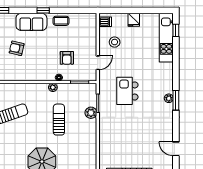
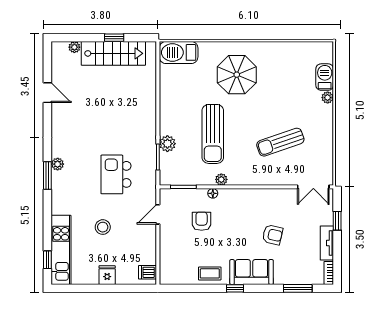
stool: (115, 42) -> (103, 227), moved
kitchen island: (127, 91) -> (116, 174), turned 180
window: (176, 100) -> (47, 176), moved
sun lounger: (59, 120) -> (213, 134), width x1.36, depth x1.34

